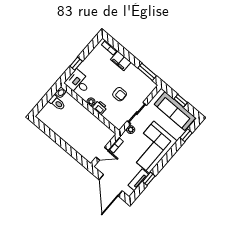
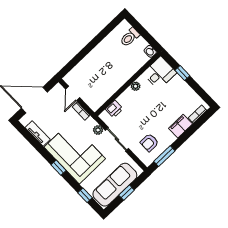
armchair: (120, 94) -> (149, 143), moved
toilet: (57, 103) -> (130, 37), moved
printer: (100, 107) -> (114, 109), moved
window: (149, 179) -> (58, 168), moved

